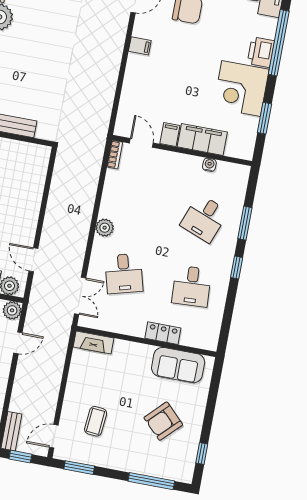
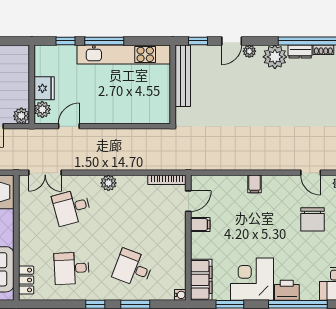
filing cabinet: (140, 46) -> (255, 184), moved
filing cabinet: (202, 139) -> (201, 280), moved
bookcase: (115, 155) -> (167, 180), width x1.56
water cooler: (209, 165) -> (180, 295), moved
locker: (163, 333) -> (26, 280), moved

